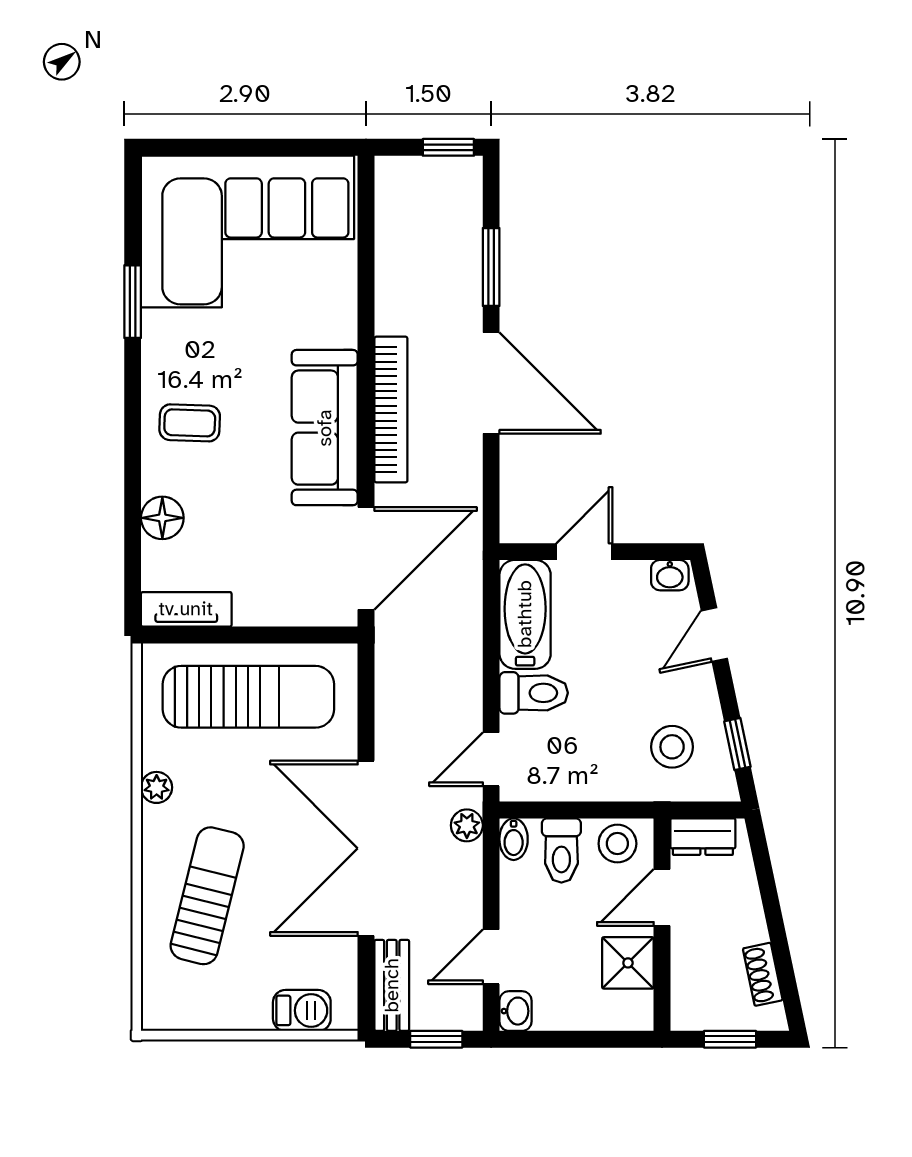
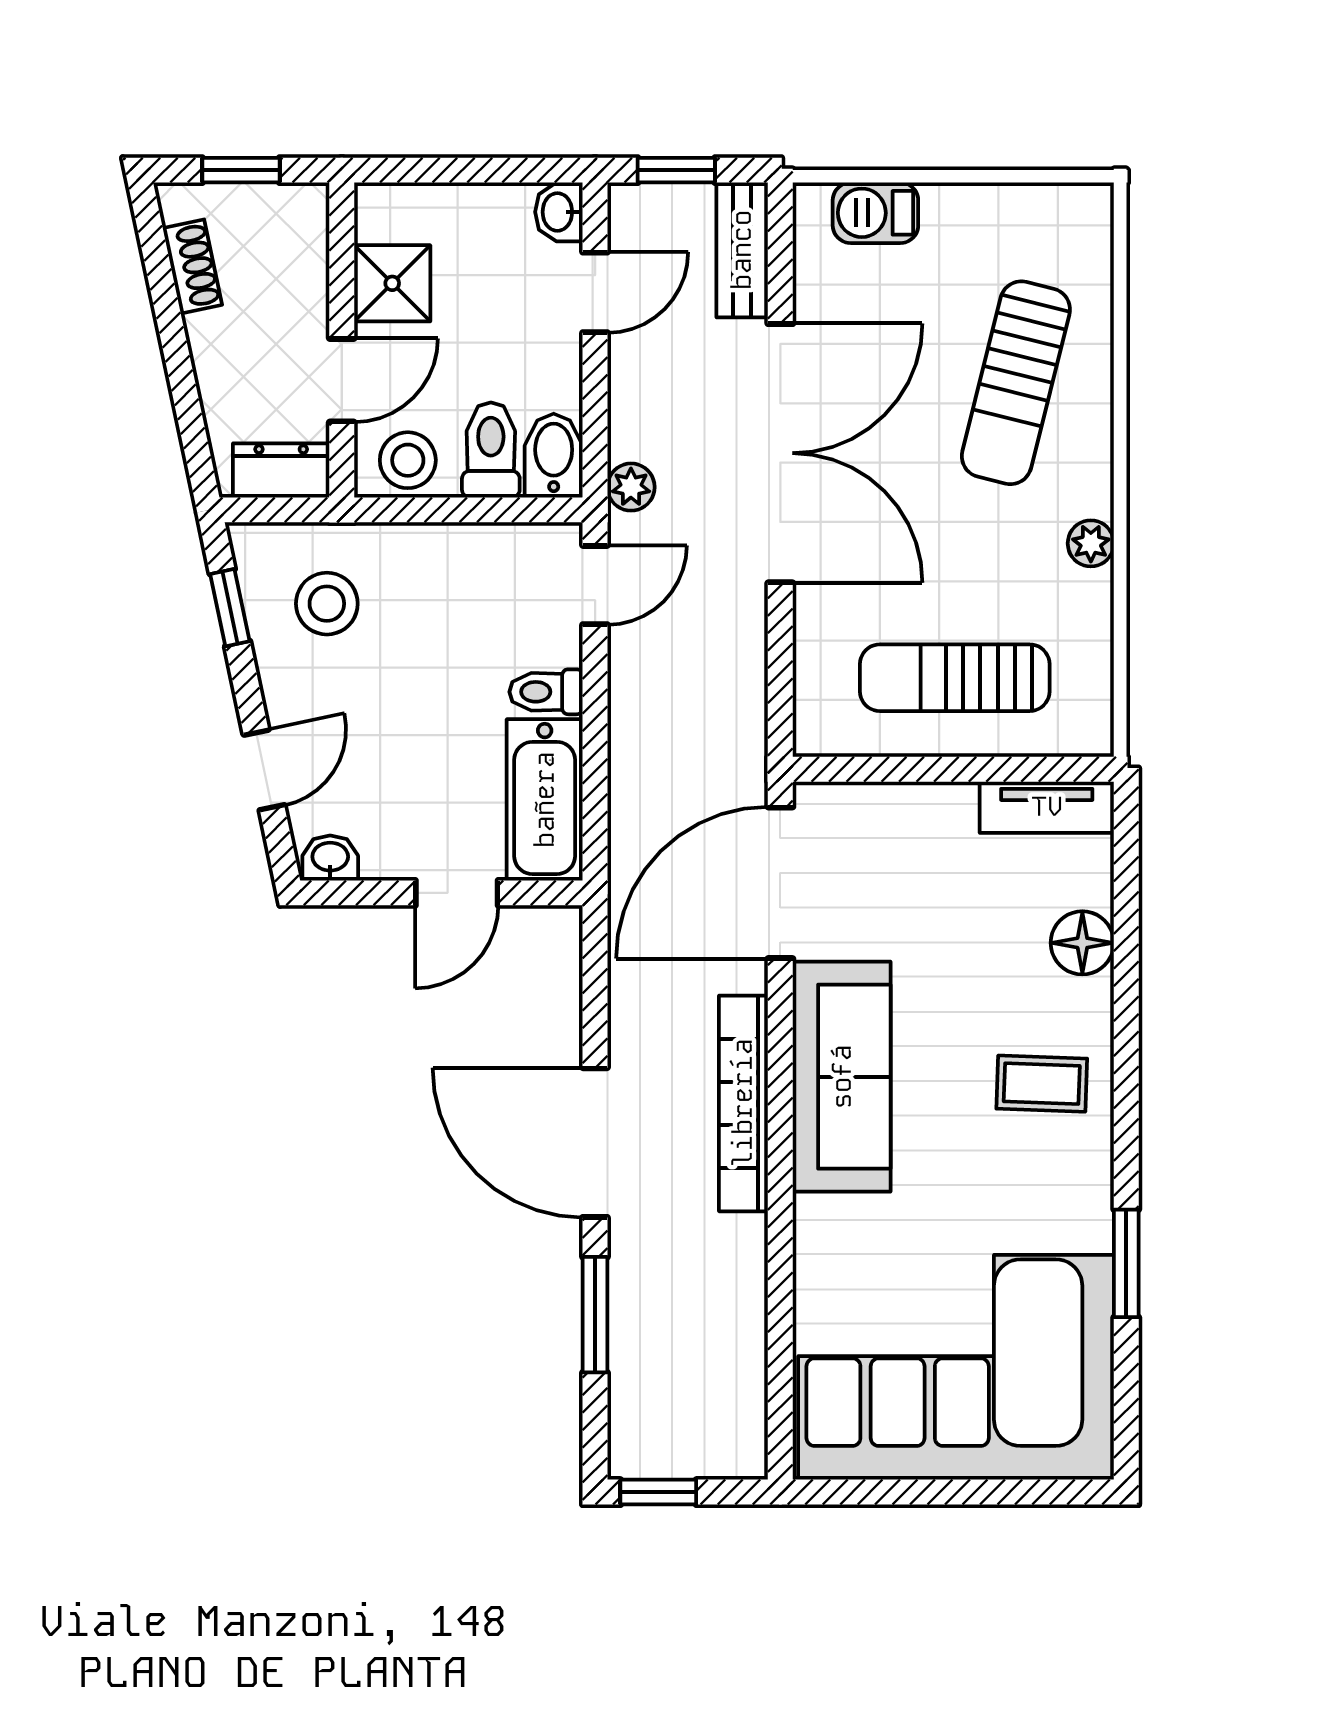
toilet: (534, 693) -> (546, 692), width x0.73, depth x0.72
sun lounger: (248, 697) -> (955, 678), width x0.73, depth x0.75
bidet: (514, 839) -> (554, 456), width x1.38, depth x1.36

